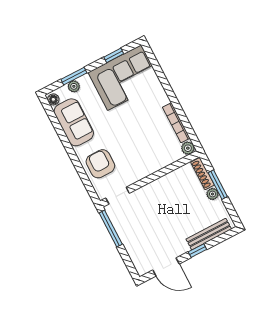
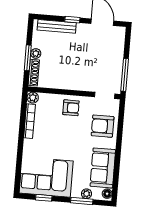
armchair: (143, 162) -> (71, 108), added
armchair: (100, 164) -> (103, 126), turned 90

